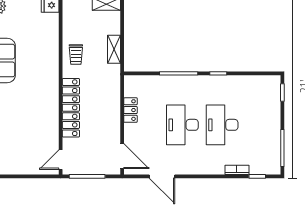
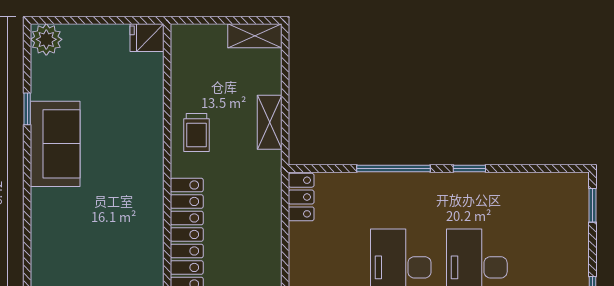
locker: (130, 110) -> (301, 197), moved

